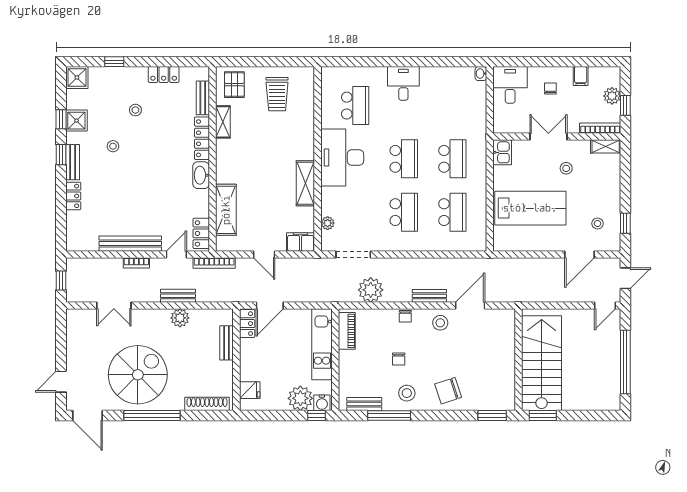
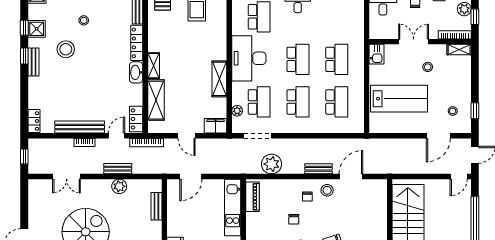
shelving: (223, 122) -> (154, 66), moved
stool: (113, 146) -> (66, 49), width x1.89, depth x1.89
locker: (73, 196) -> (34, 121), moved
school desk: (355, 212) -> (259, 102), added
chair: (405, 316) -> (307, 197), moved
locker: (247, 324) -> (173, 191), removed

